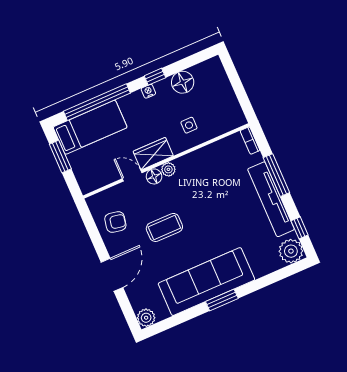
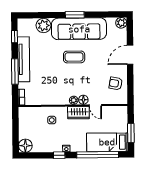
floor lamp: (183, 82) -> (25, 146), moved
coffee table: (164, 227) -> (74, 57), moved
plant: (291, 251) -> (43, 26), moved

